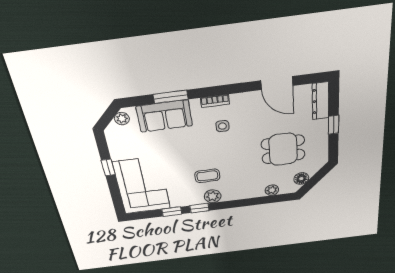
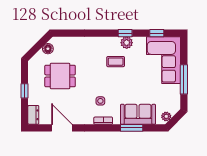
dresser: (321, 101) -> (33, 115), width x0.70
window: (108, 167) -> (184, 79), width x2.17
plant: (272, 190) -> (70, 41), removed
plant: (213, 196) -> (127, 43), moved
window: (172, 212) -> (157, 33), moved

